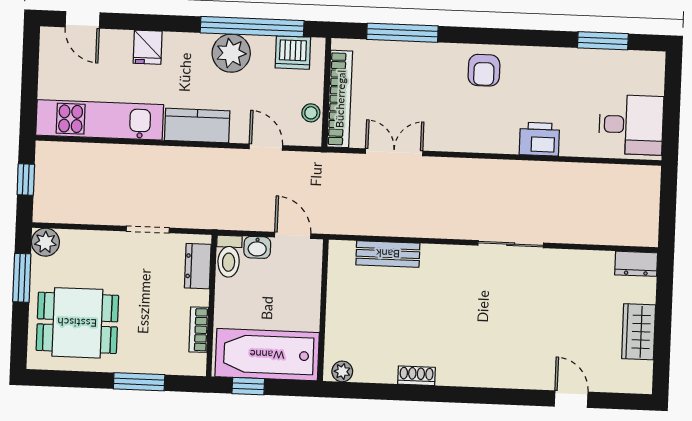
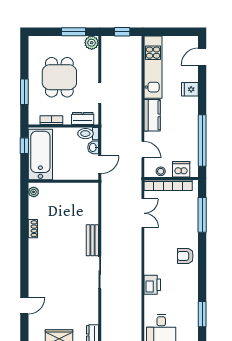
plant: (231, 53) -> (189, 131), removed
dishwasher: (293, 53) -> (181, 169), moved, turned 90
door: (266, 147) -> (143, 150), hinge flipped
bench: (388, 254) -> (92, 240), moved
dining table: (77, 323) -> (59, 77), moved

